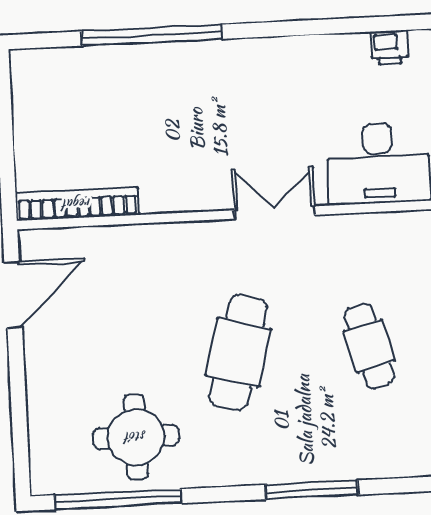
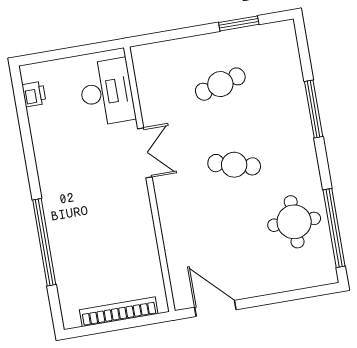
bookcase: (77, 204) -> (119, 312), moved, turned 90
double door: (274, 213) -> (145, 153), swing flipped
cafe table: (238, 352) -> (234, 165), width x0.73, depth x0.74

